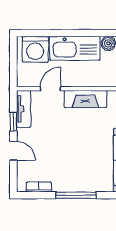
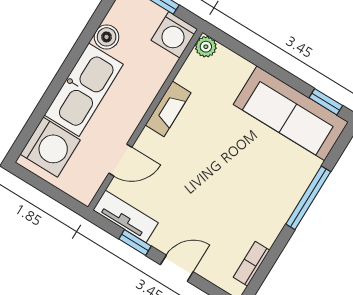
door: (50, 89) -> (120, 160), swing flipped
fireplace: (85, 99) -> (168, 109), width x0.73, depth x0.76
window: (76, 195) -> (308, 198), moved

